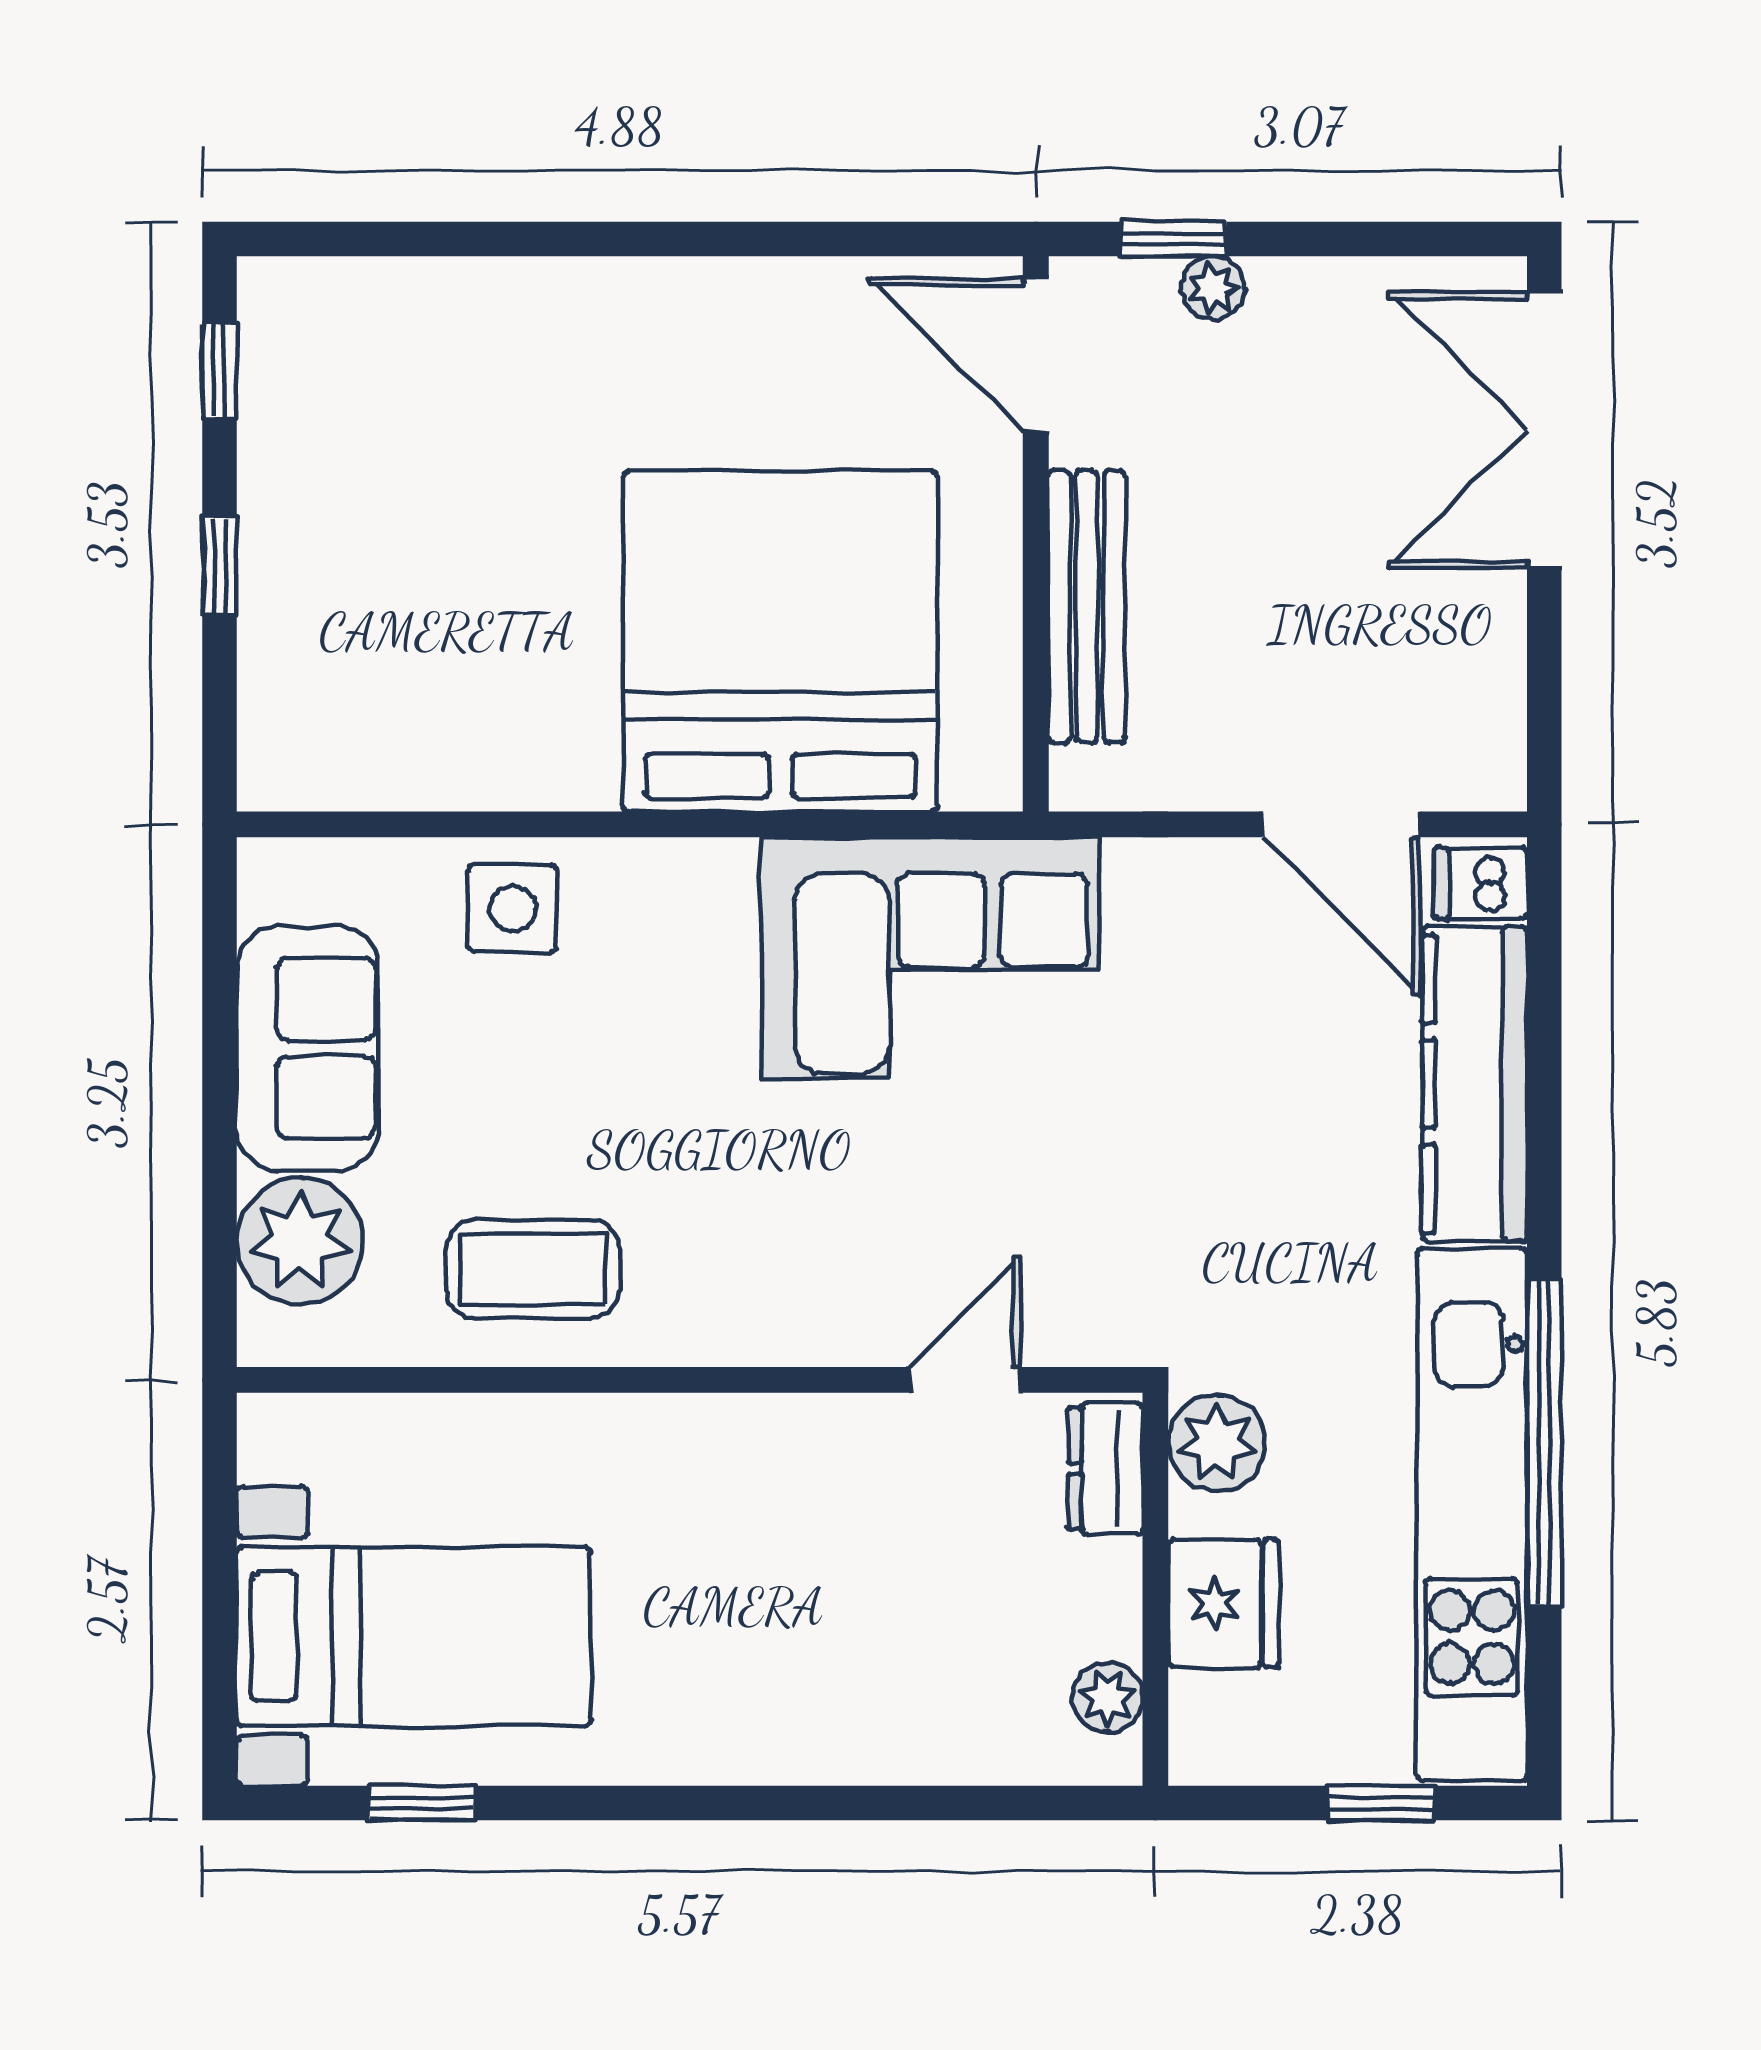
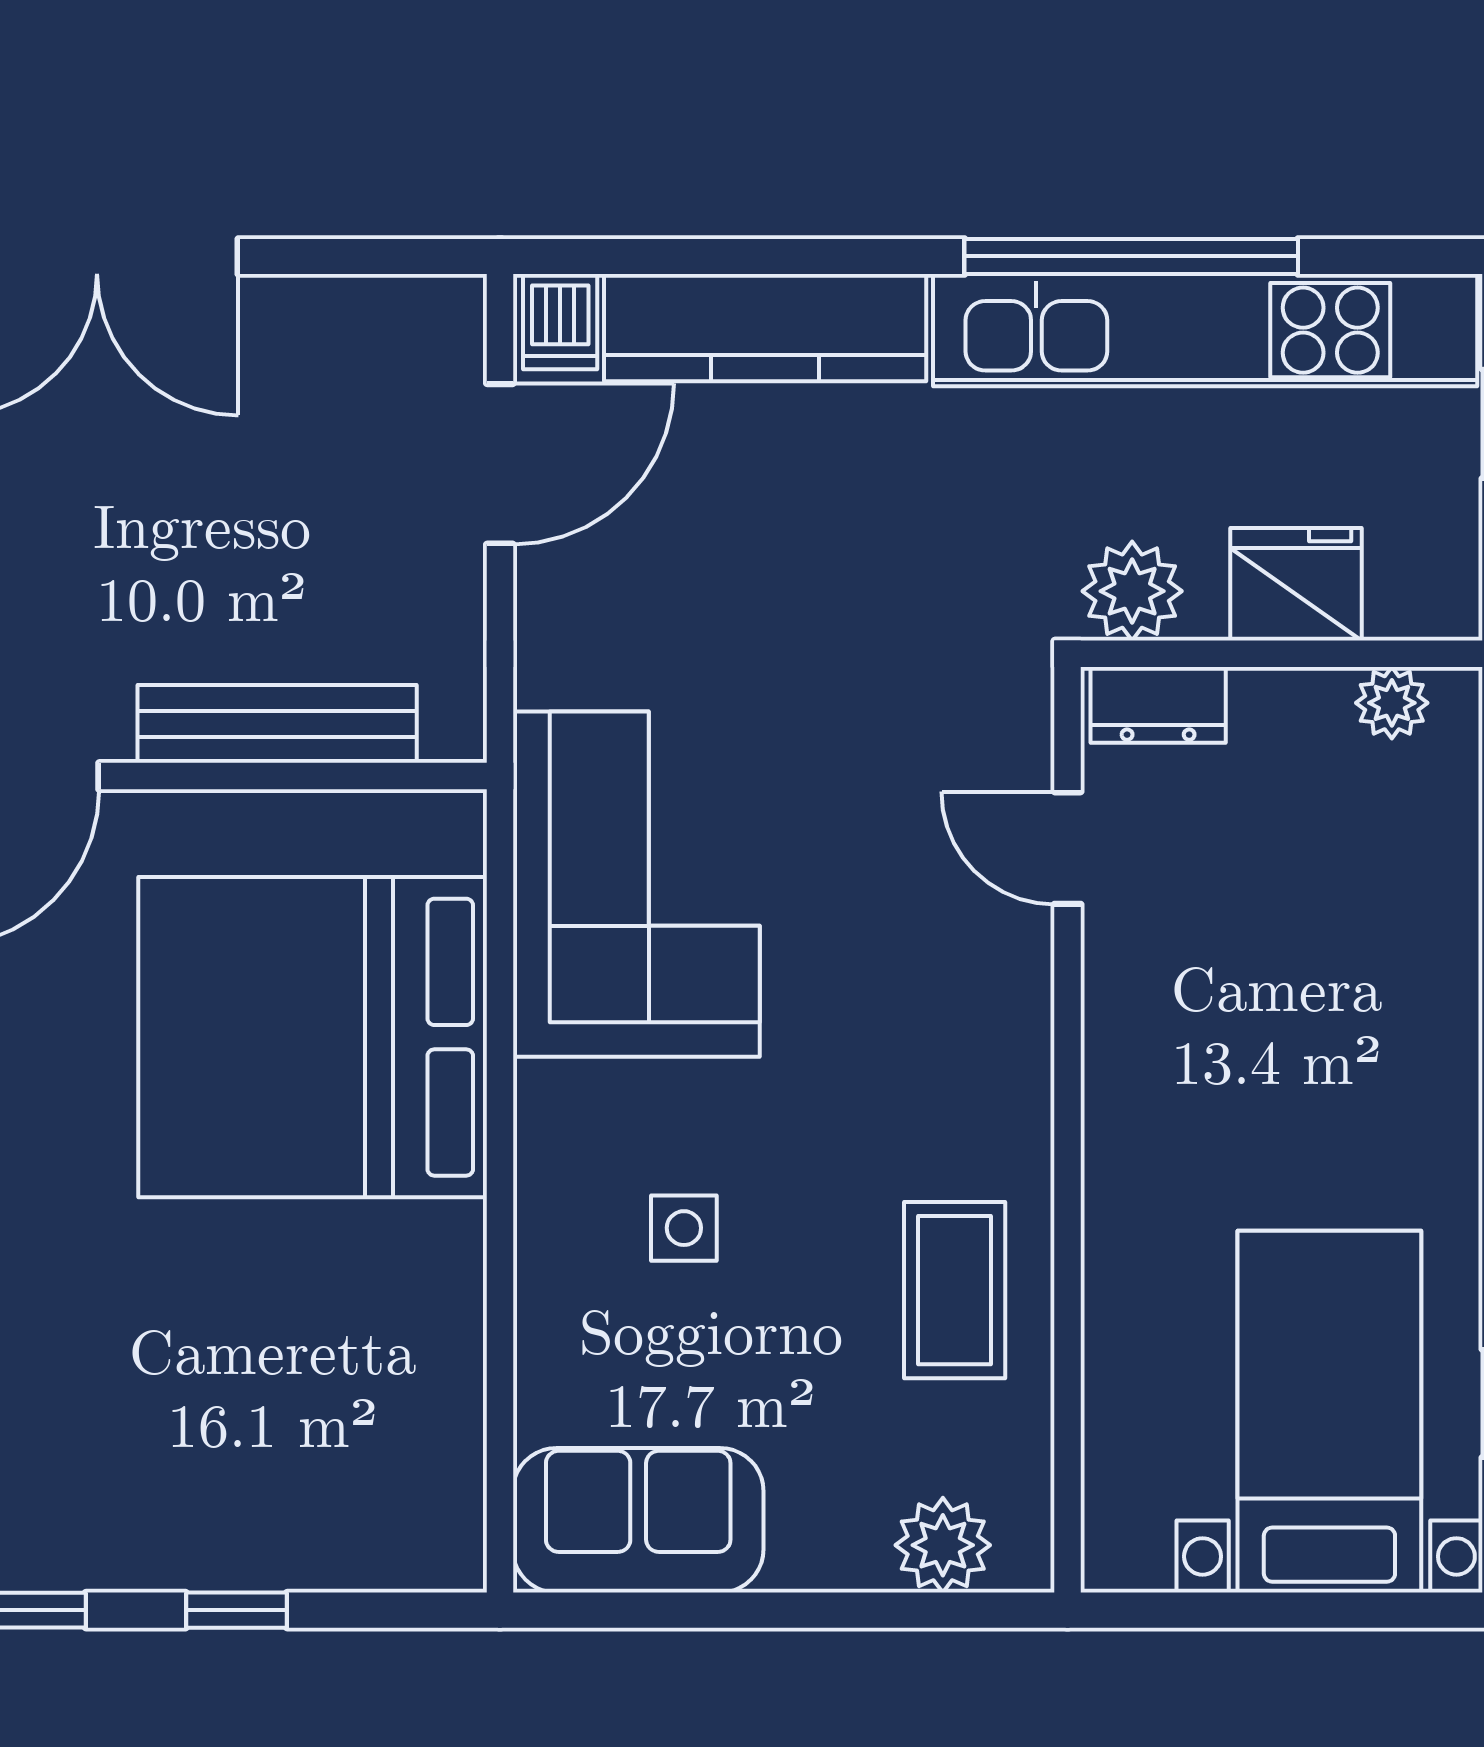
side table: (513, 908) -> (684, 1228), moved, width x0.73, depth x0.73
sofa: (308, 1048) -> (638, 1520), moved
plant: (300, 1241) -> (943, 1545), width x0.73, depth x0.73

